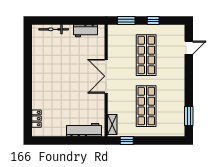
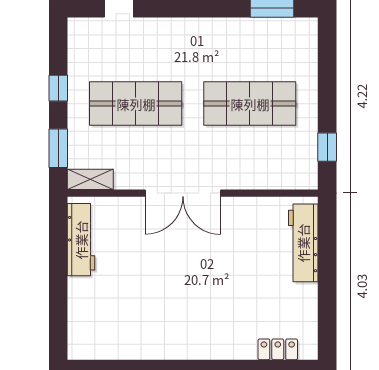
bicycle: (54, 29) -> (78, 311), removed
workbench: (85, 31) -> (81, 240), width x1.37
shelving: (112, 125) -> (90, 179), moved

